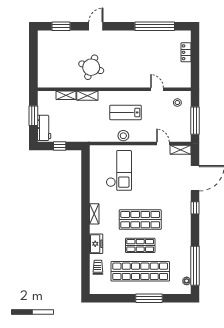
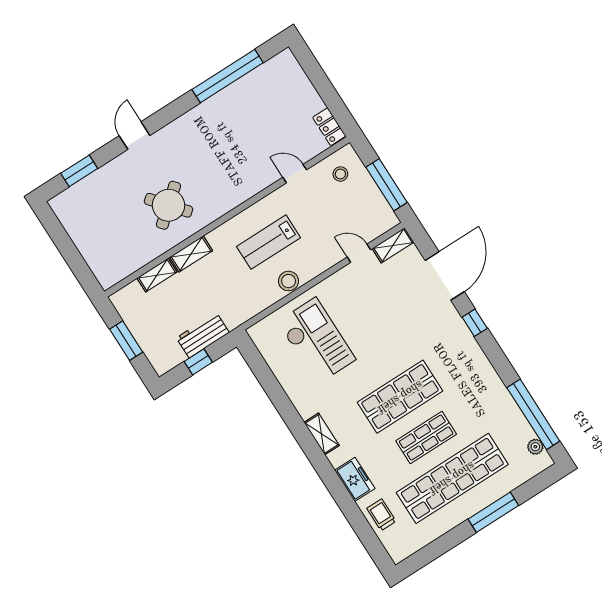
locker: (186, 52) -> (329, 127), moved
round table: (91, 67) -> (168, 205), turned 30
workbench: (44, 128) -> (203, 335), moved, turned -90

